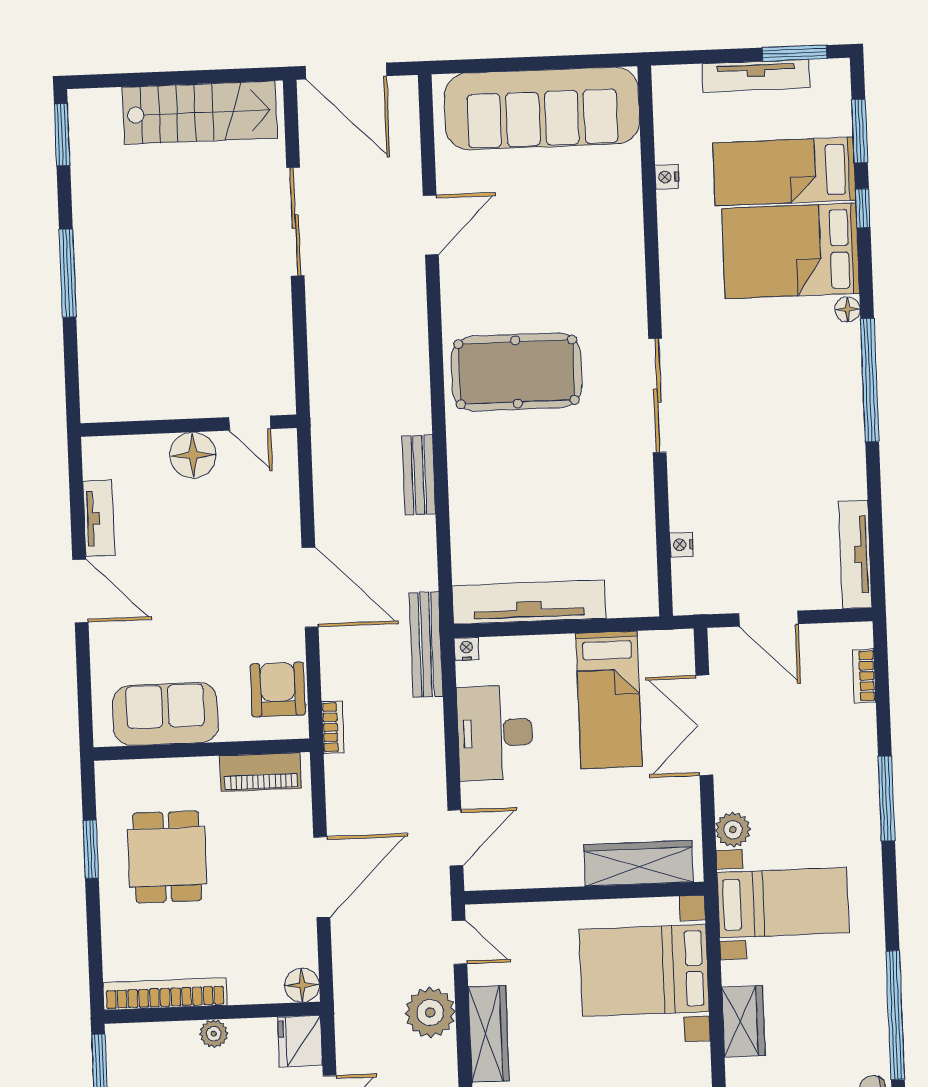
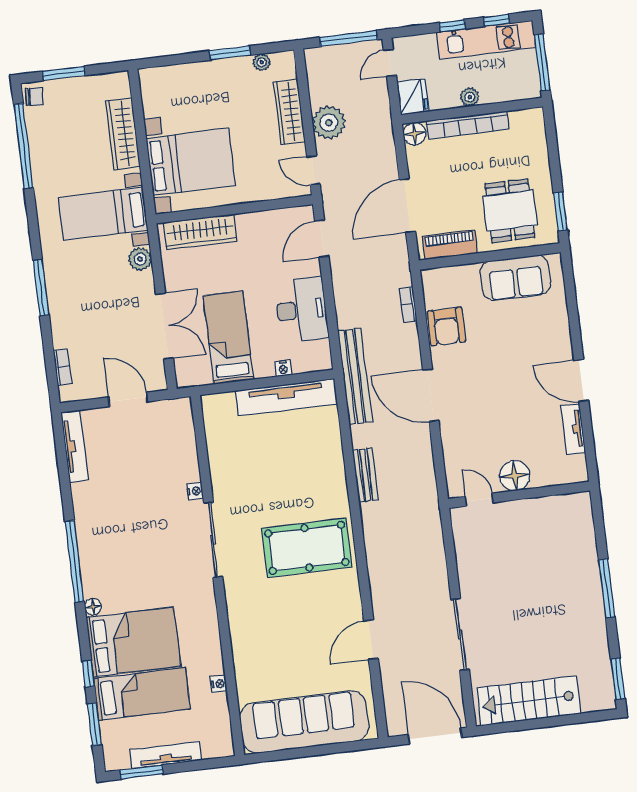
nightstand: (682, 545) -> (195, 491), moved
bench: (426, 645) -> (355, 376), width x1.37, depth x1.21
nightstand: (466, 649) -> (283, 368), moved
sofa: (165, 714) -> (516, 278), moved
wall: (202, 750) -> (490, 256), moved
piano: (261, 772) -> (450, 245), moved
bookcase: (165, 994) -> (468, 125), moved
wardrobe: (743, 1022) -> (123, 134), width x1.50

